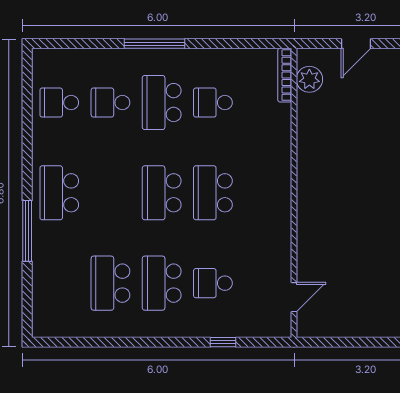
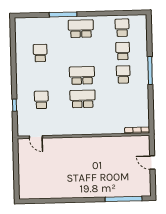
plant: (309, 79) -> (135, 142), removed
school desk: (162, 103) -> (123, 74), width x0.54
school desk: (213, 103) -> (124, 98), removed
school desk: (110, 283) -> (40, 53), width x0.54
school desk: (162, 283) -> (41, 76), removed

